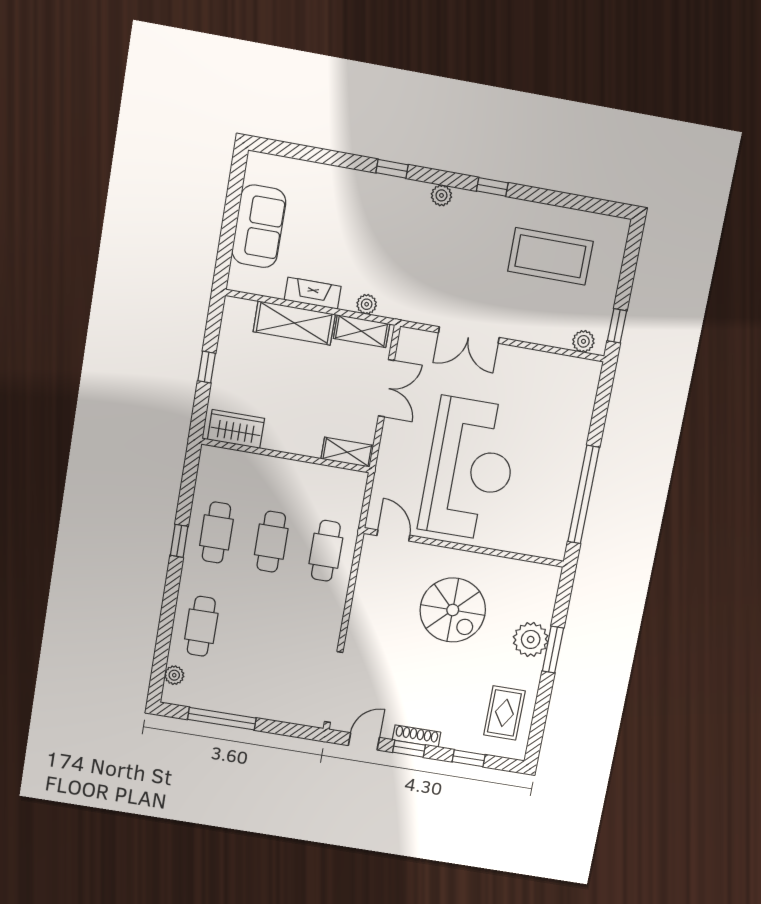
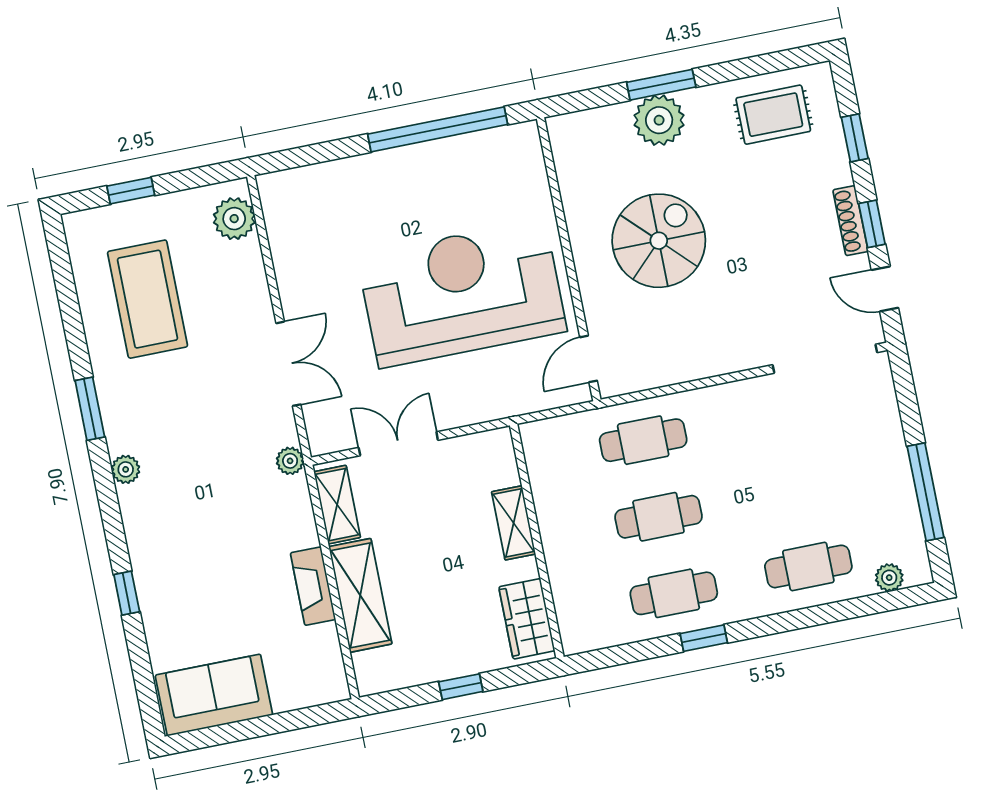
window: (392, 169) -> (127, 593), moved
window: (492, 187) -> (90, 409), width x1.50
sofa: (259, 226) -> (214, 695), moved
plant: (367, 304) -> (290, 461), moved
window: (617, 326) -> (131, 191), moved
plant: (583, 341) -> (234, 219), width x1.38, depth x1.38
shelving: (347, 452) -> (514, 523), moved

